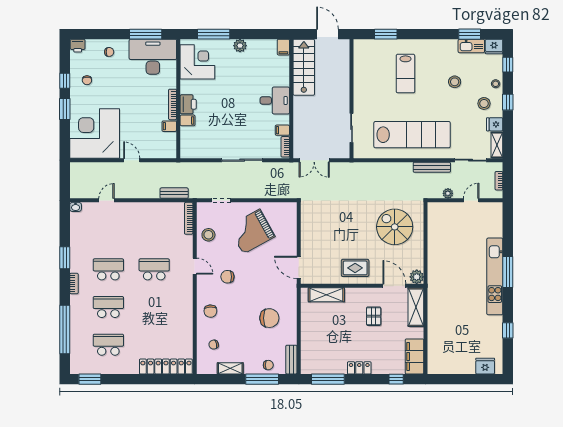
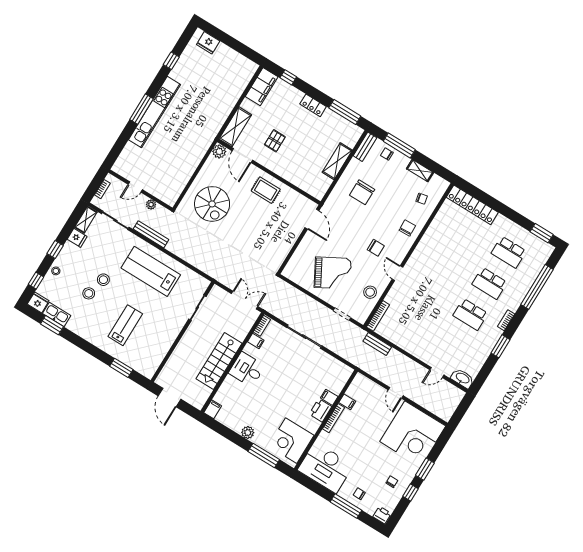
window: (146, 34) -> (346, 506), moved
stairs: (304, 67) -> (219, 361), moved
stool: (484, 103) -> (103, 280), moved
lab bench: (412, 135) -> (151, 271), width x0.73
washbasin: (76, 207) -> (462, 378), width x1.91, depth x1.45
school desk: (154, 269) -> (433, 291), removed
shelving: (326, 295) -> (337, 161), moved, turned 90
chair: (269, 318) -> (362, 192), turned -90

